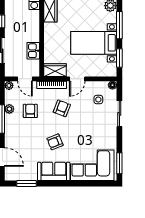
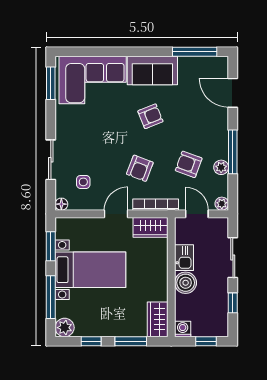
boiler: (32, 34) -> (186, 283), added
armchair: (30, 111) -> (189, 164), turned 110
window: (26, 184) -> (195, 52), width x1.44

